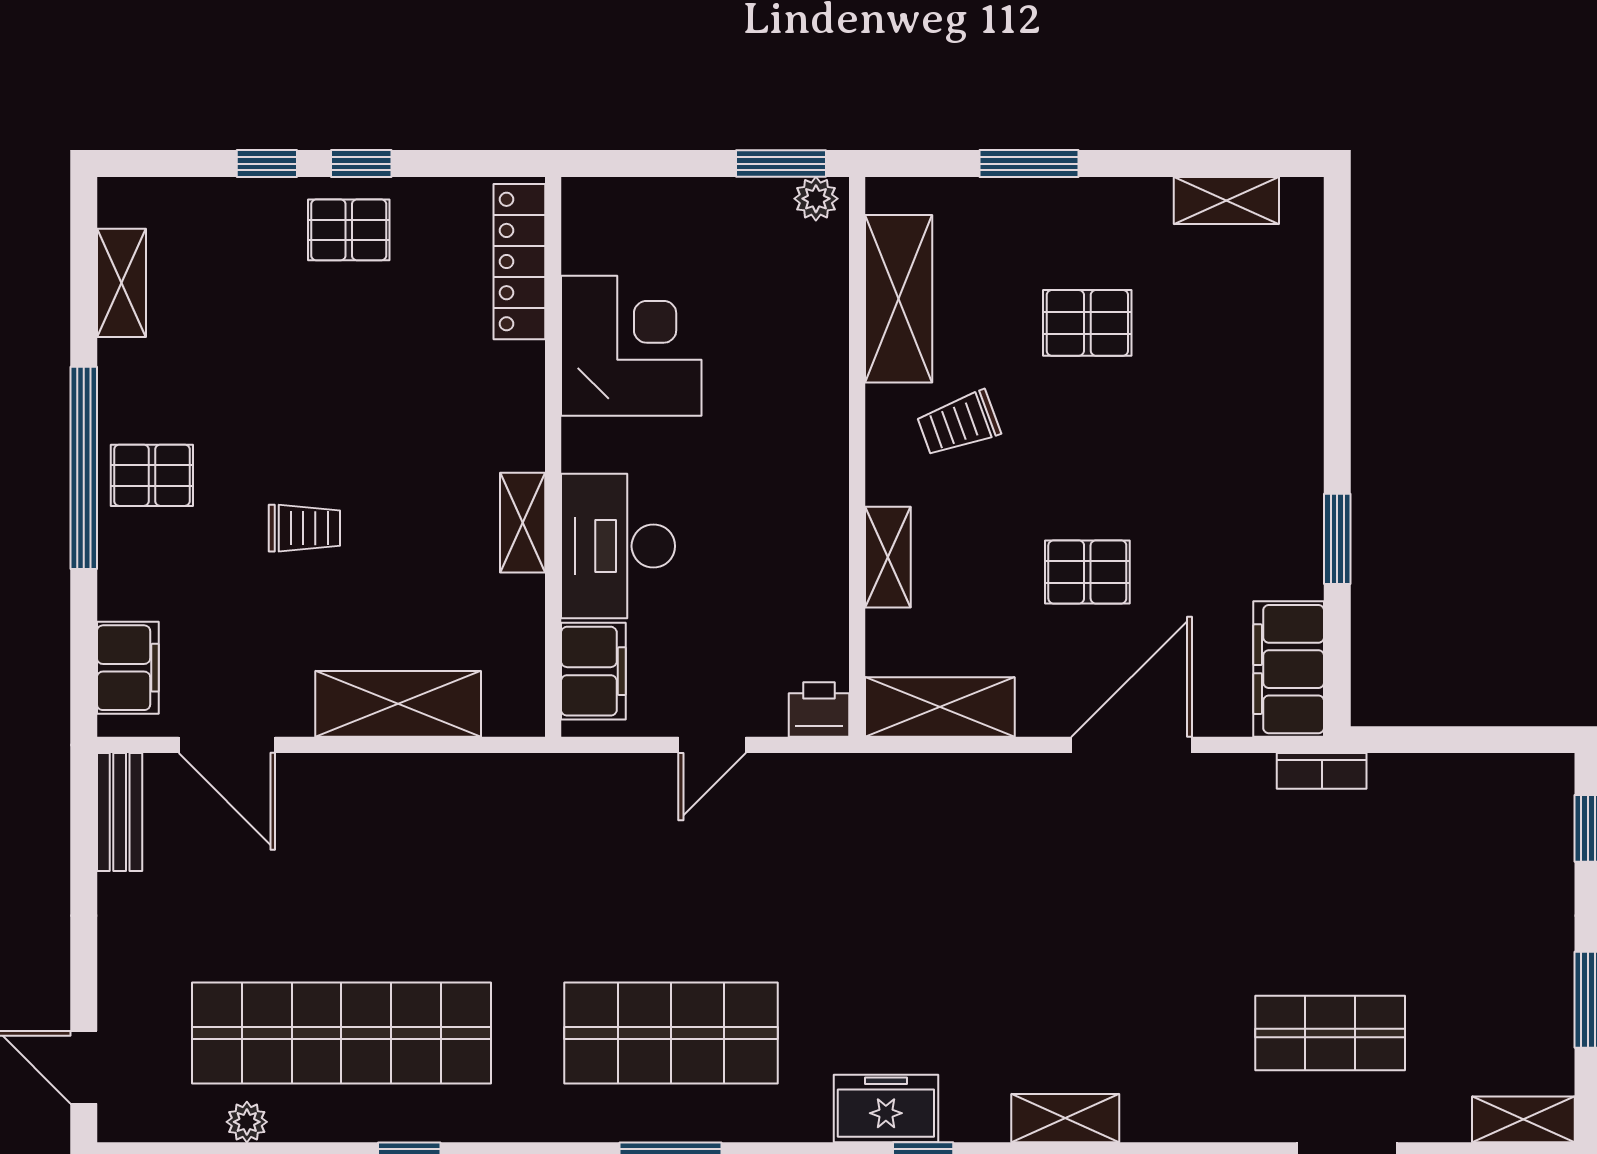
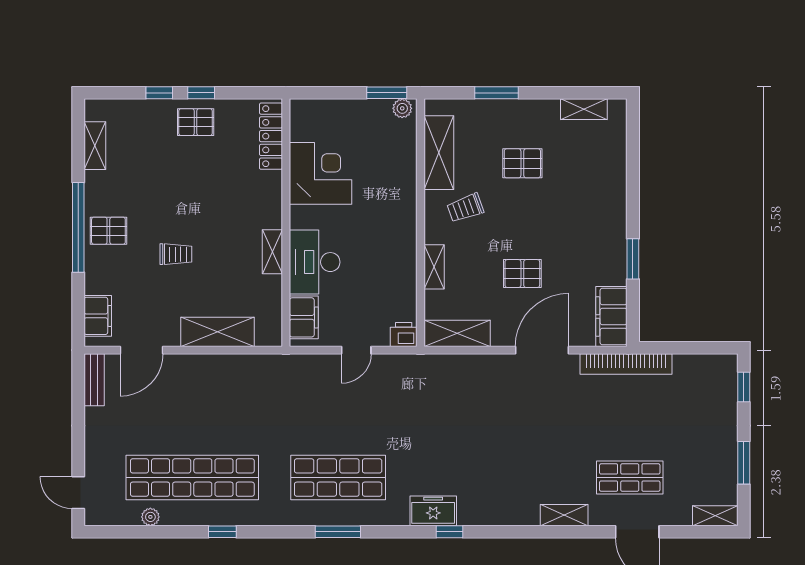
door: (227, 745) -> (142, 350), hinge flipped
bookcase: (1322, 771) -> (626, 364), width x2.31, depth x1.31
shelving: (1065, 1118) -> (564, 515), moved

